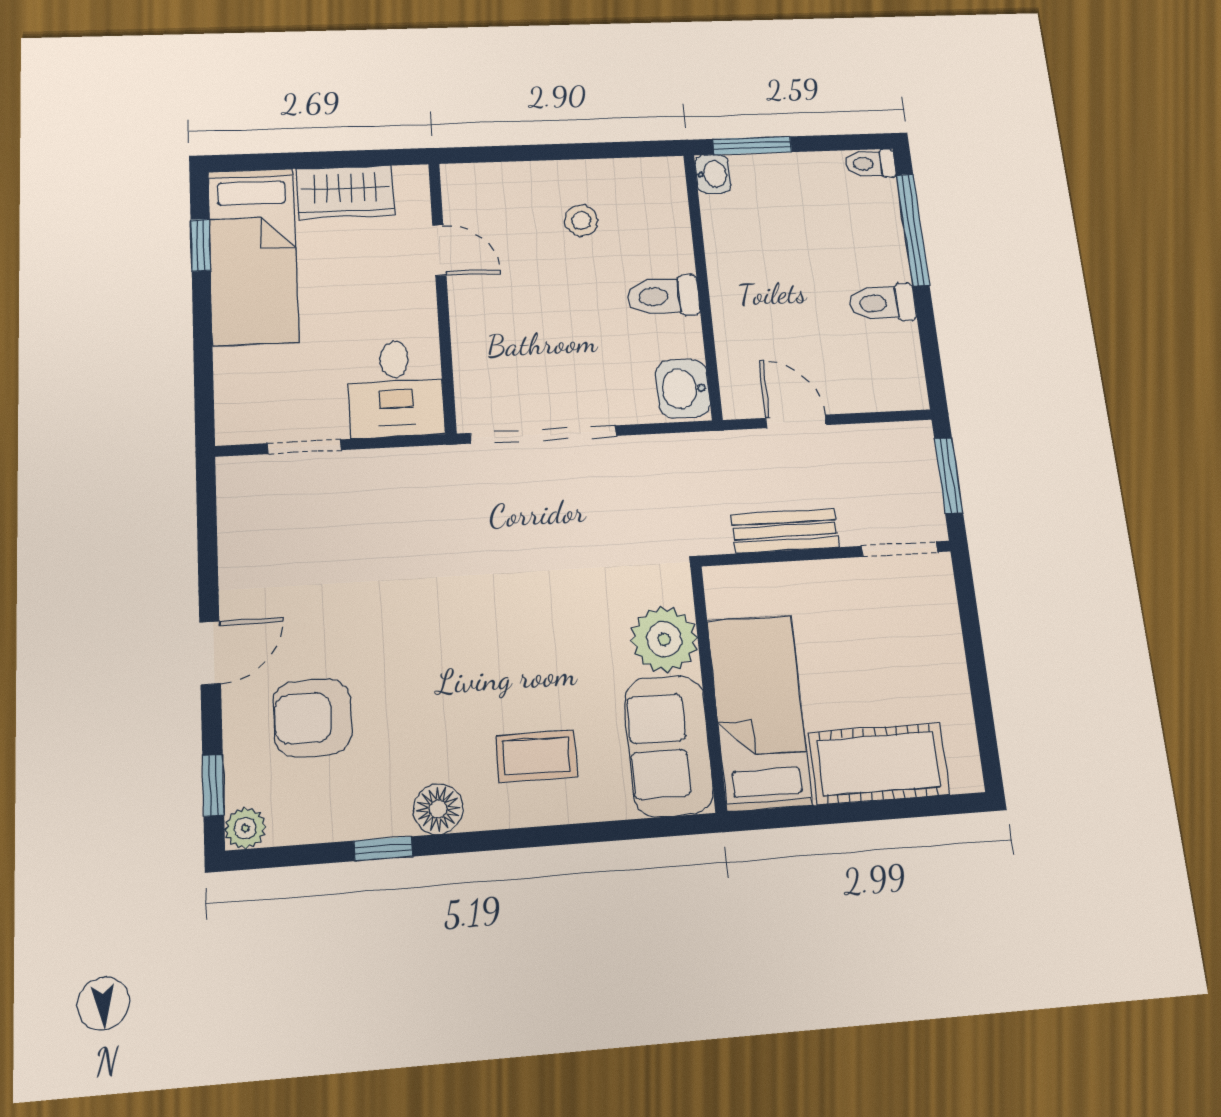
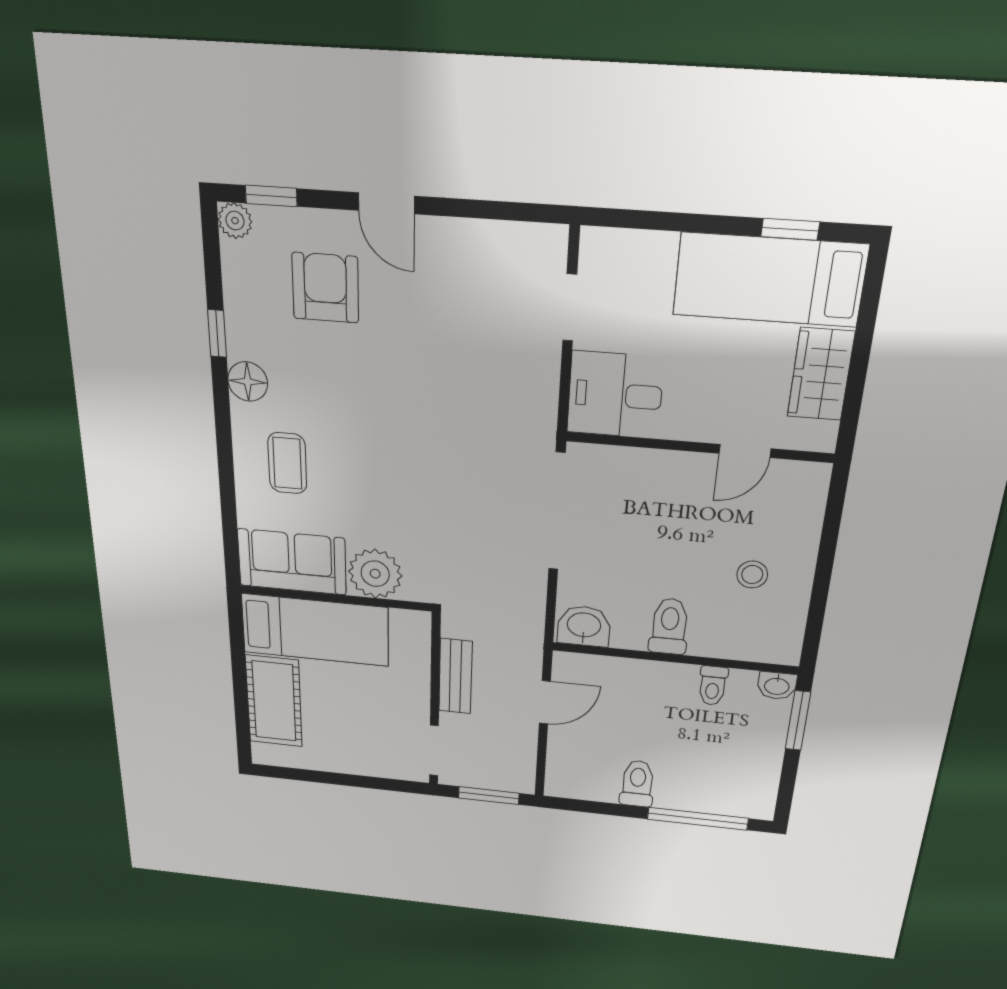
toilet: (870, 164) -> (713, 686), moved, turned 180

